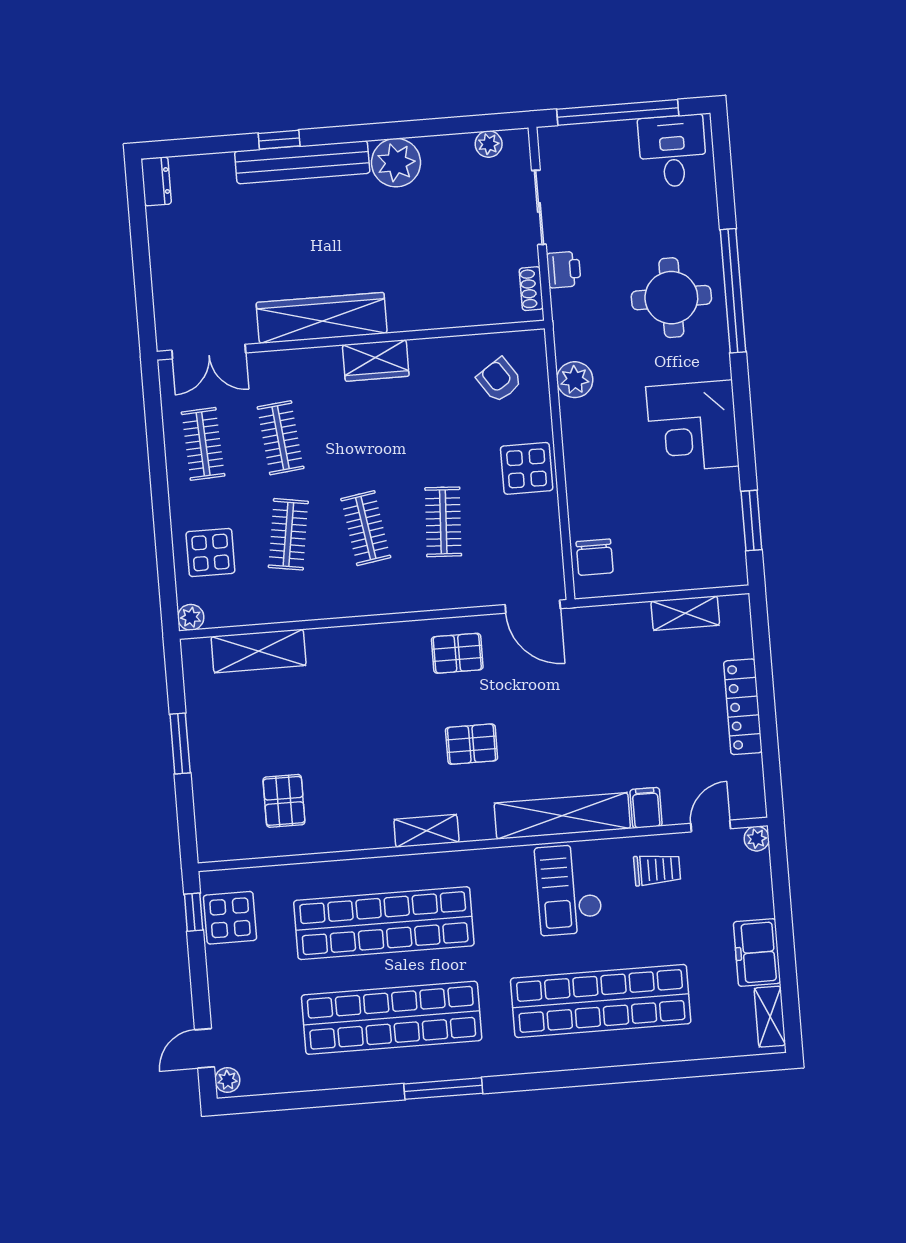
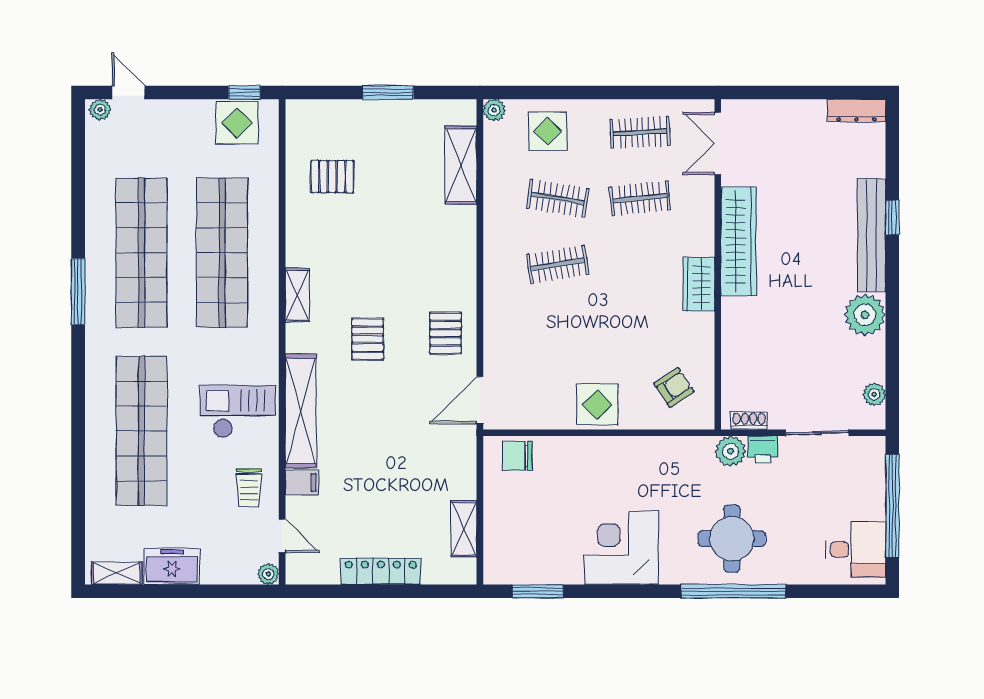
dresser: (156, 181) -> (856, 111), width x1.44
plant: (575, 380) -> (731, 451), moved
clothes rail: (443, 522) -> (558, 330), removed

